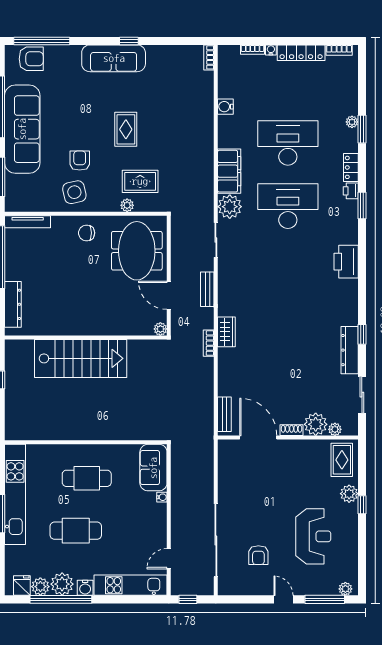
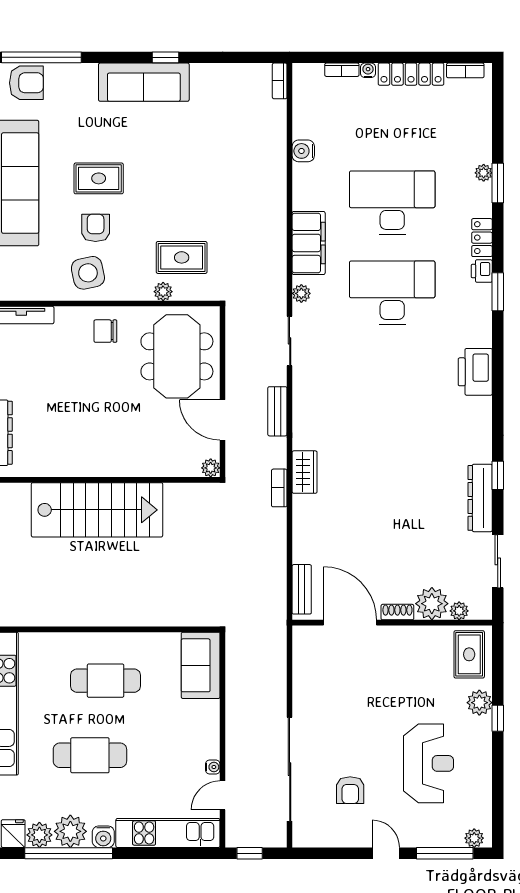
rug: (126, 129) -> (99, 178), moved, turned 90
plant: (230, 207) -> (301, 293), width x0.53, depth x0.53
water cooler: (162, 497) -> (213, 767), moved

